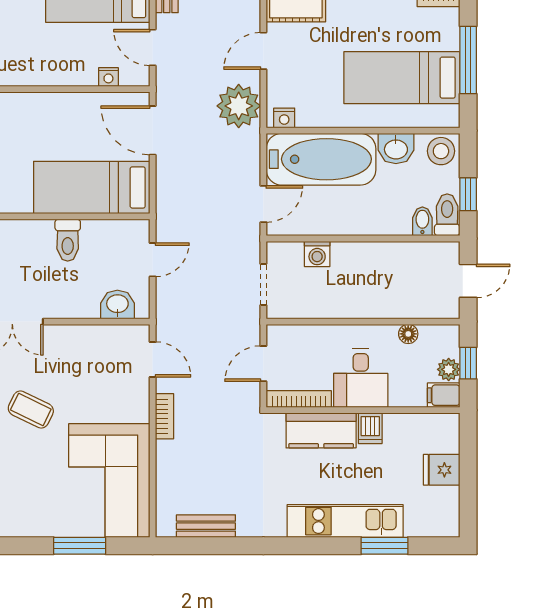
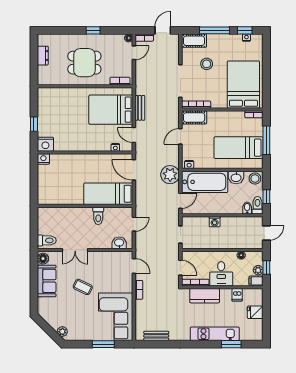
plant: (239, 106) -> (170, 175), moved
washing machine: (317, 254) -> (215, 222), moved
door: (263, 364) -> (180, 268), swing flipped
dishwasher: (370, 428) -> (237, 295), moved

